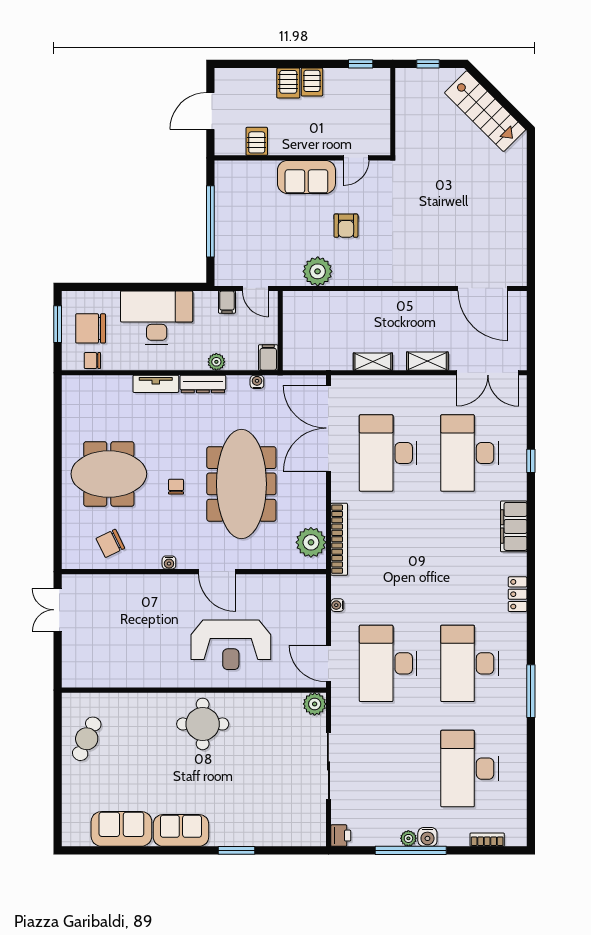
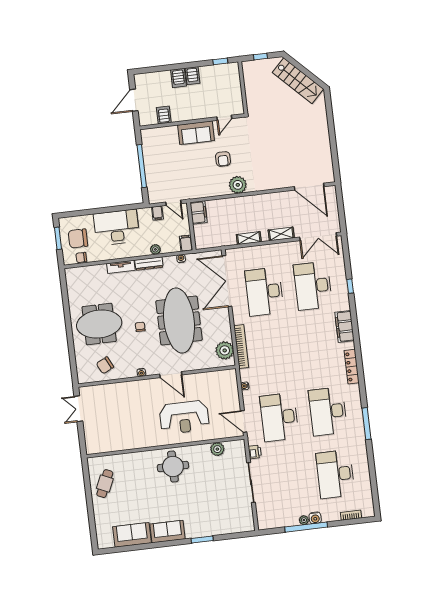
plant: (318, 271) -> (238, 185), moved
filing cabinet: (295, 309) -> (199, 212), added
locker: (518, 594) -> (352, 367), width x1.53
plant: (315, 704) -> (217, 449), moved
printer: (341, 836) -> (255, 452), moved

